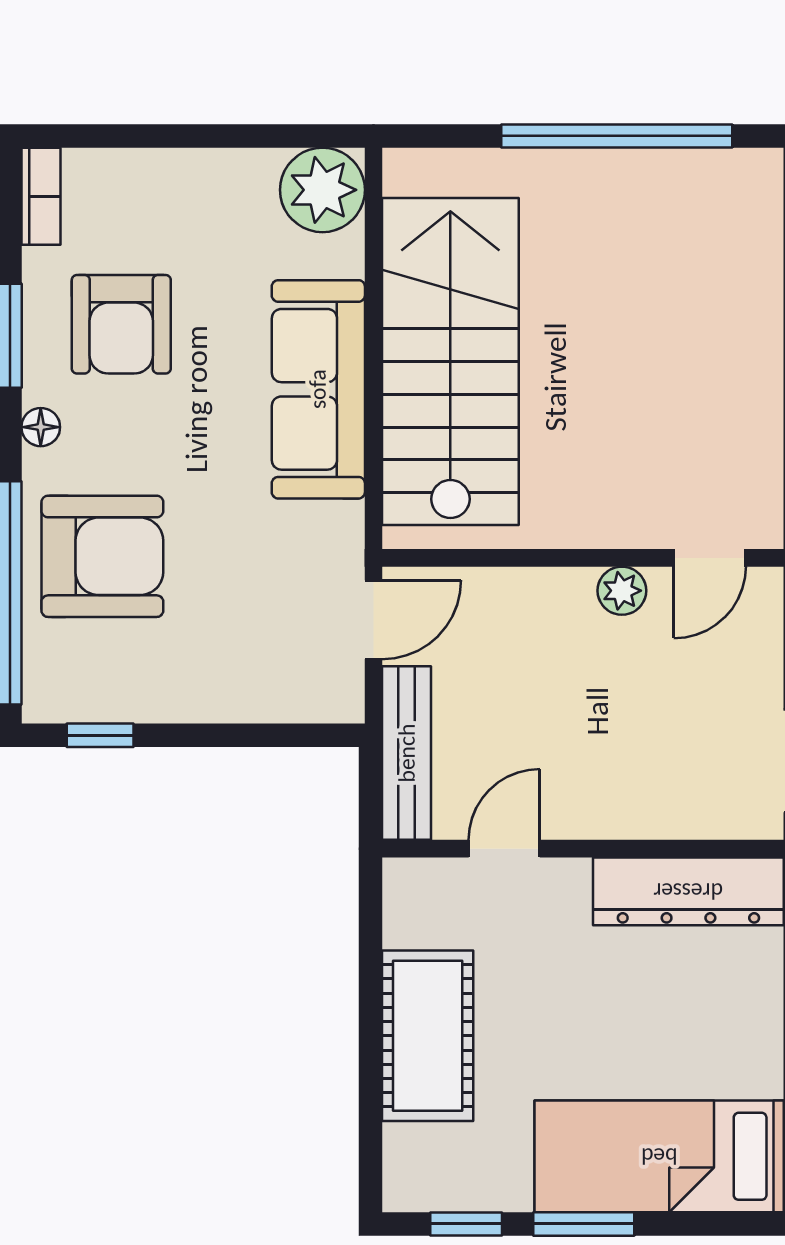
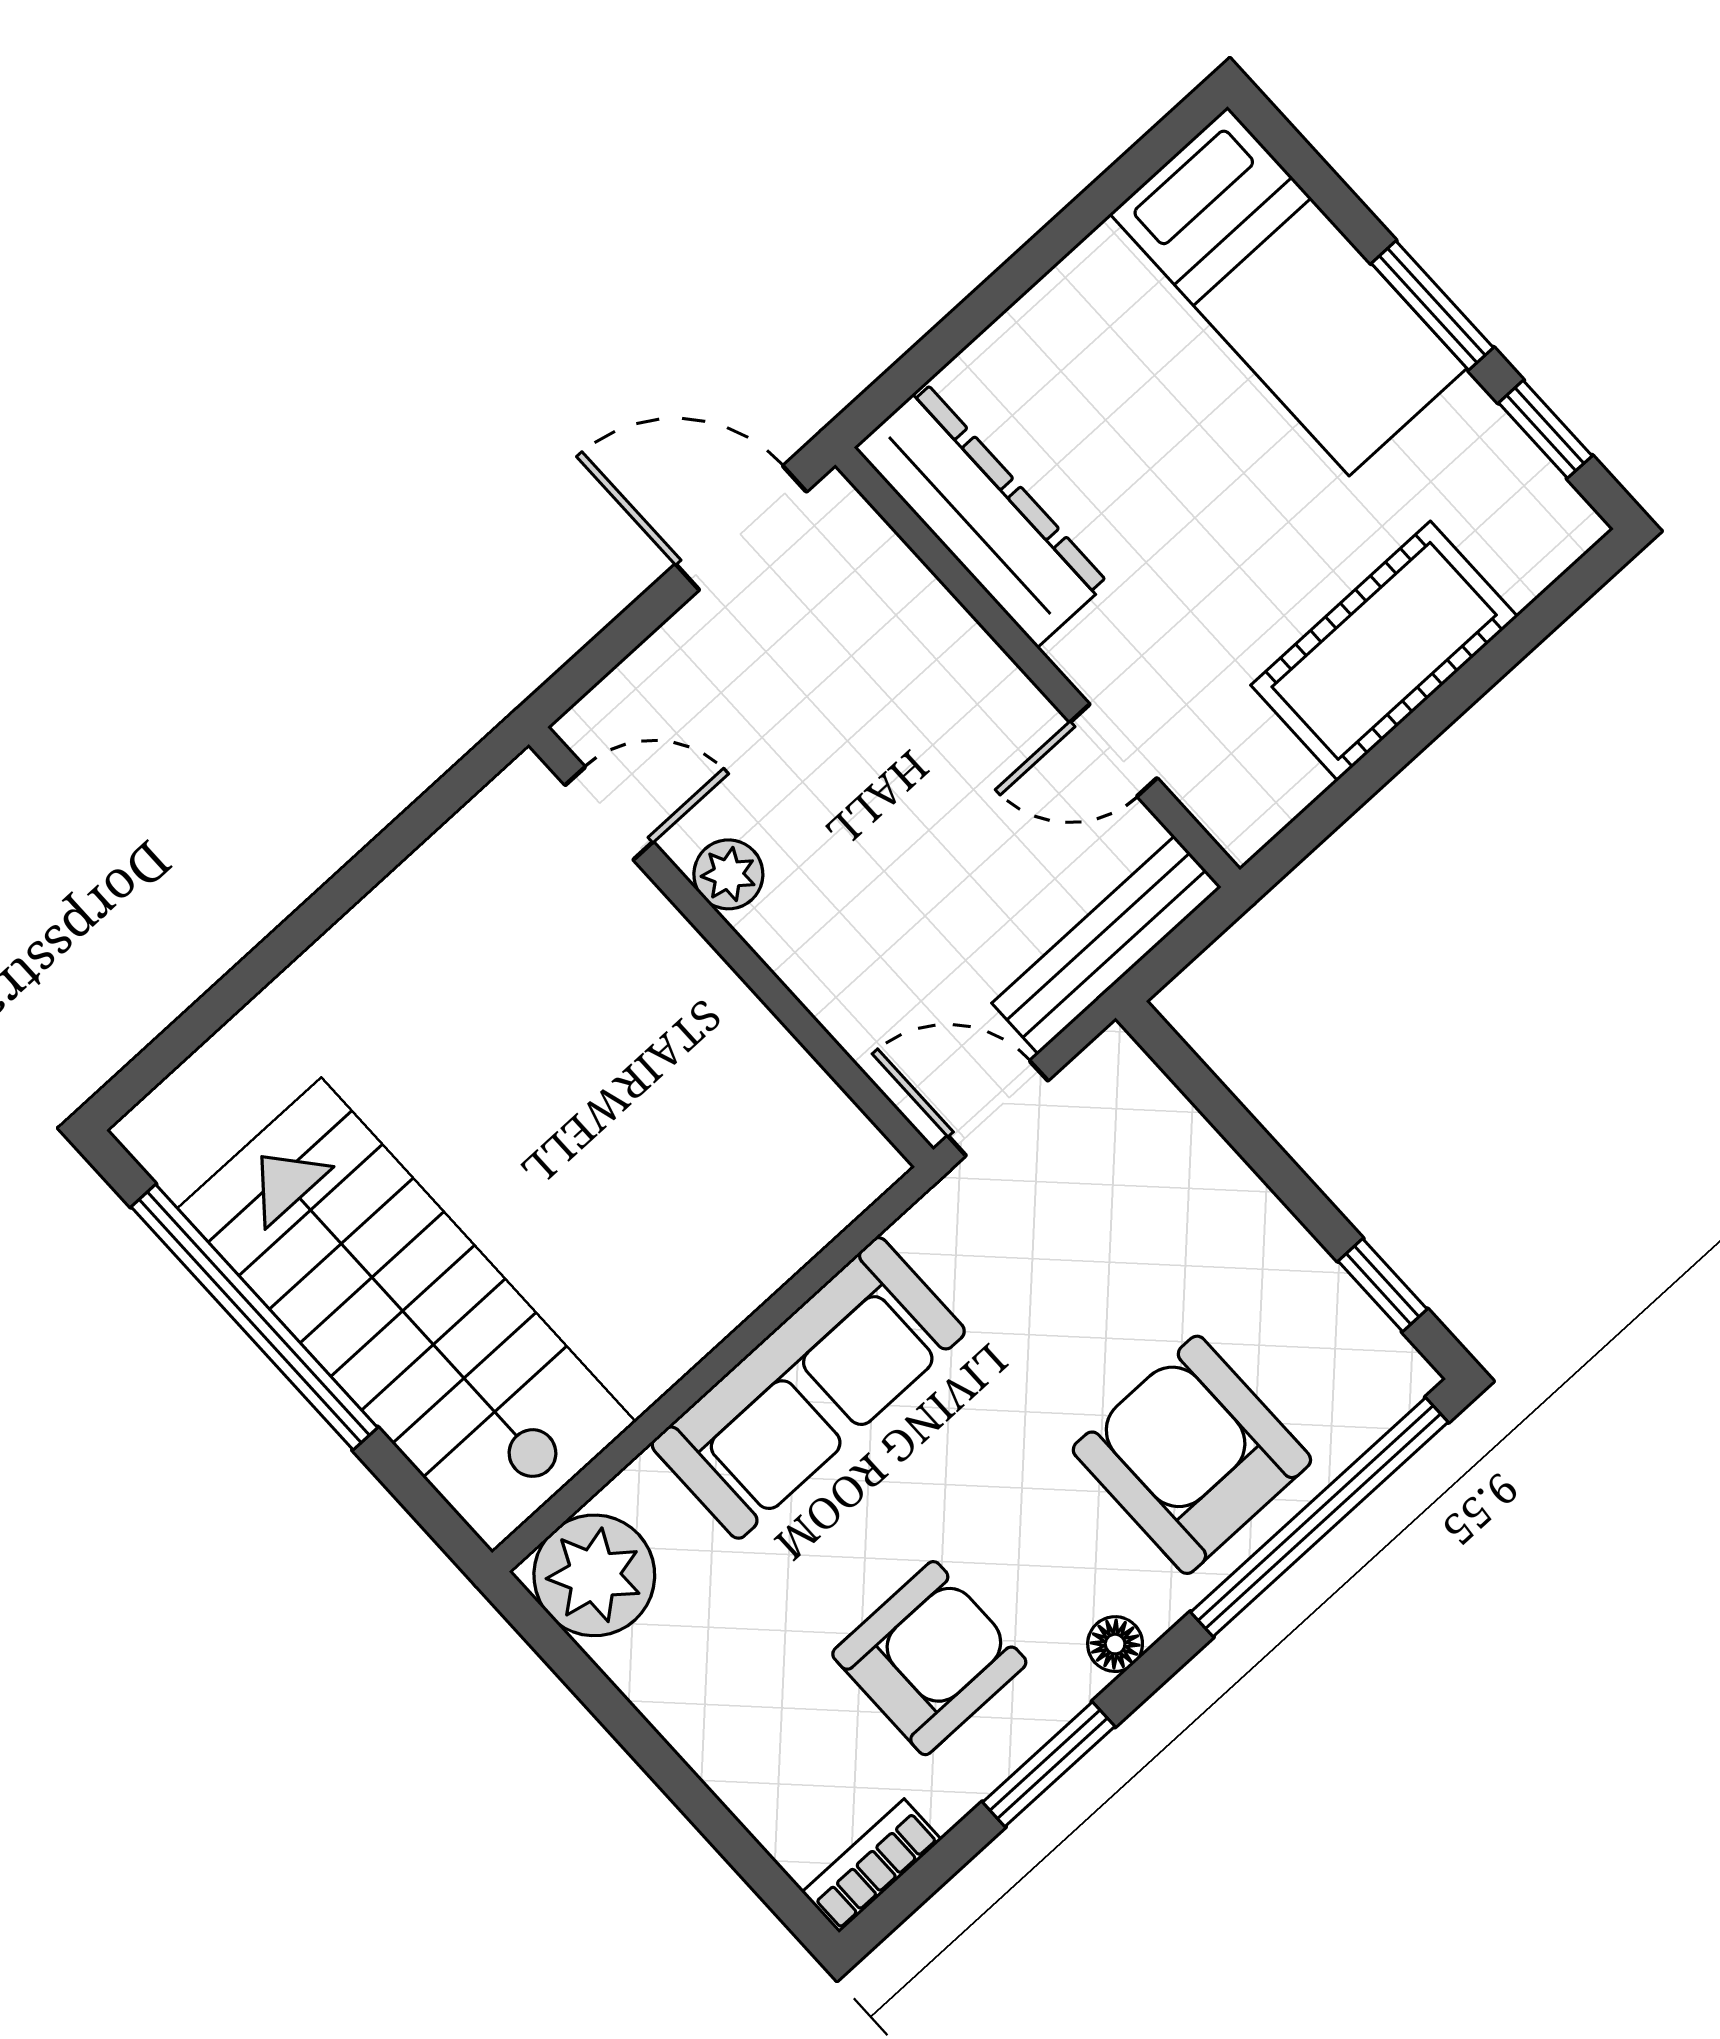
stairs: (450, 362) -> (407, 1315), moved, turned 90

